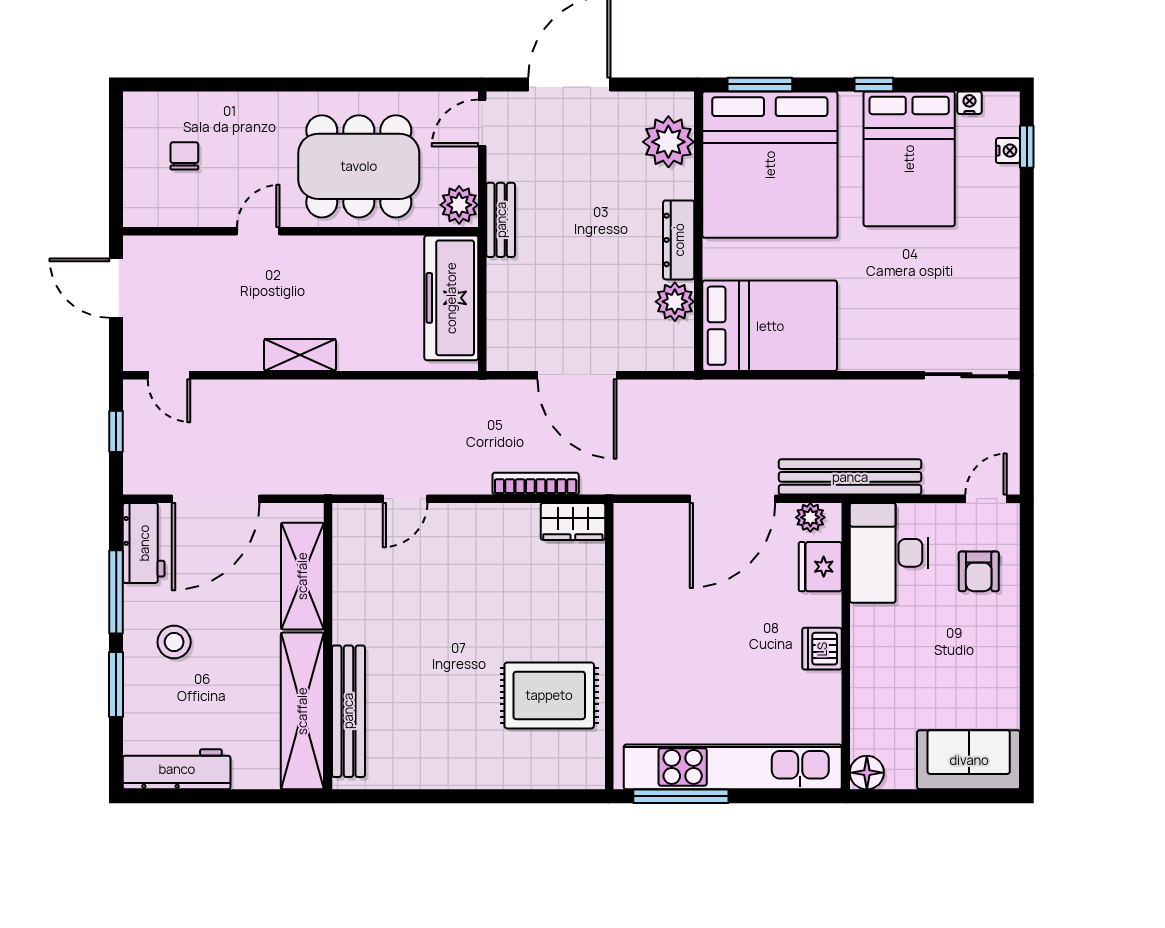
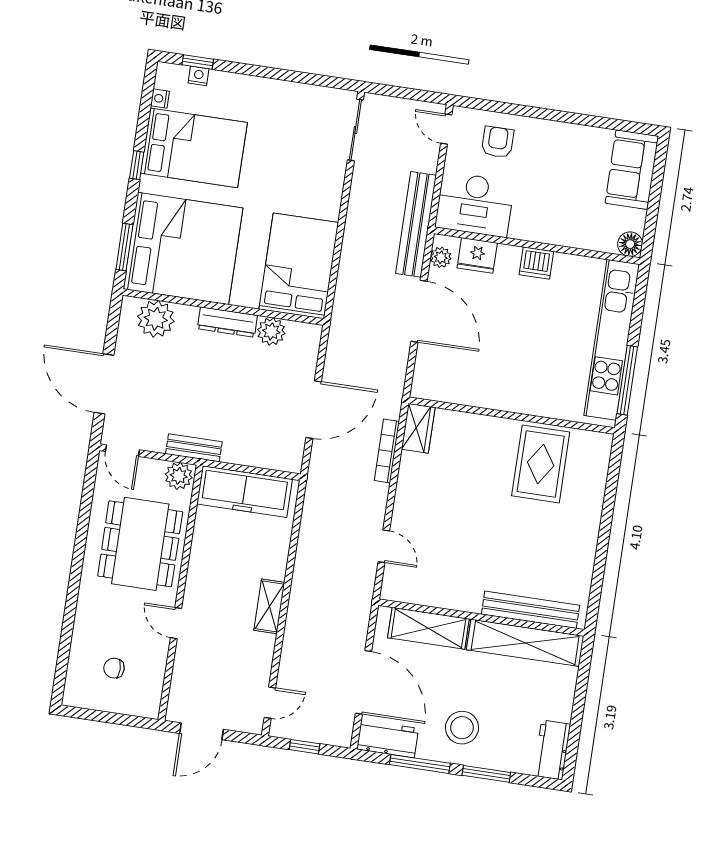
armchair: (979, 571) -> (498, 142), turned -90
stool: (174, 642) -> (462, 728), width x1.38, depth x1.38
workbench: (177, 769) -> (552, 750), width x0.73

